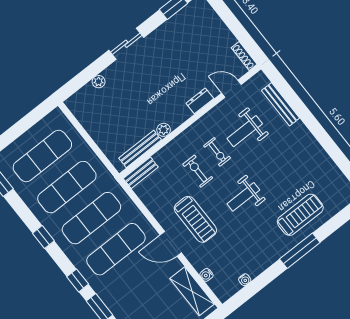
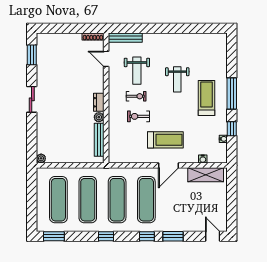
plant: (99, 82) -> (41, 158), moved
door: (231, 89) -> (106, 59), hinge flipped
dresser: (200, 101) -> (99, 102), moved
bench: (281, 104) -> (125, 38), moved
bench: (141, 173) -> (113, 150), removed
weight bench: (243, 197) -> (177, 79), moved
treadmill: (300, 215) -> (207, 98), moved
window: (263, 280) -> (232, 129), added

